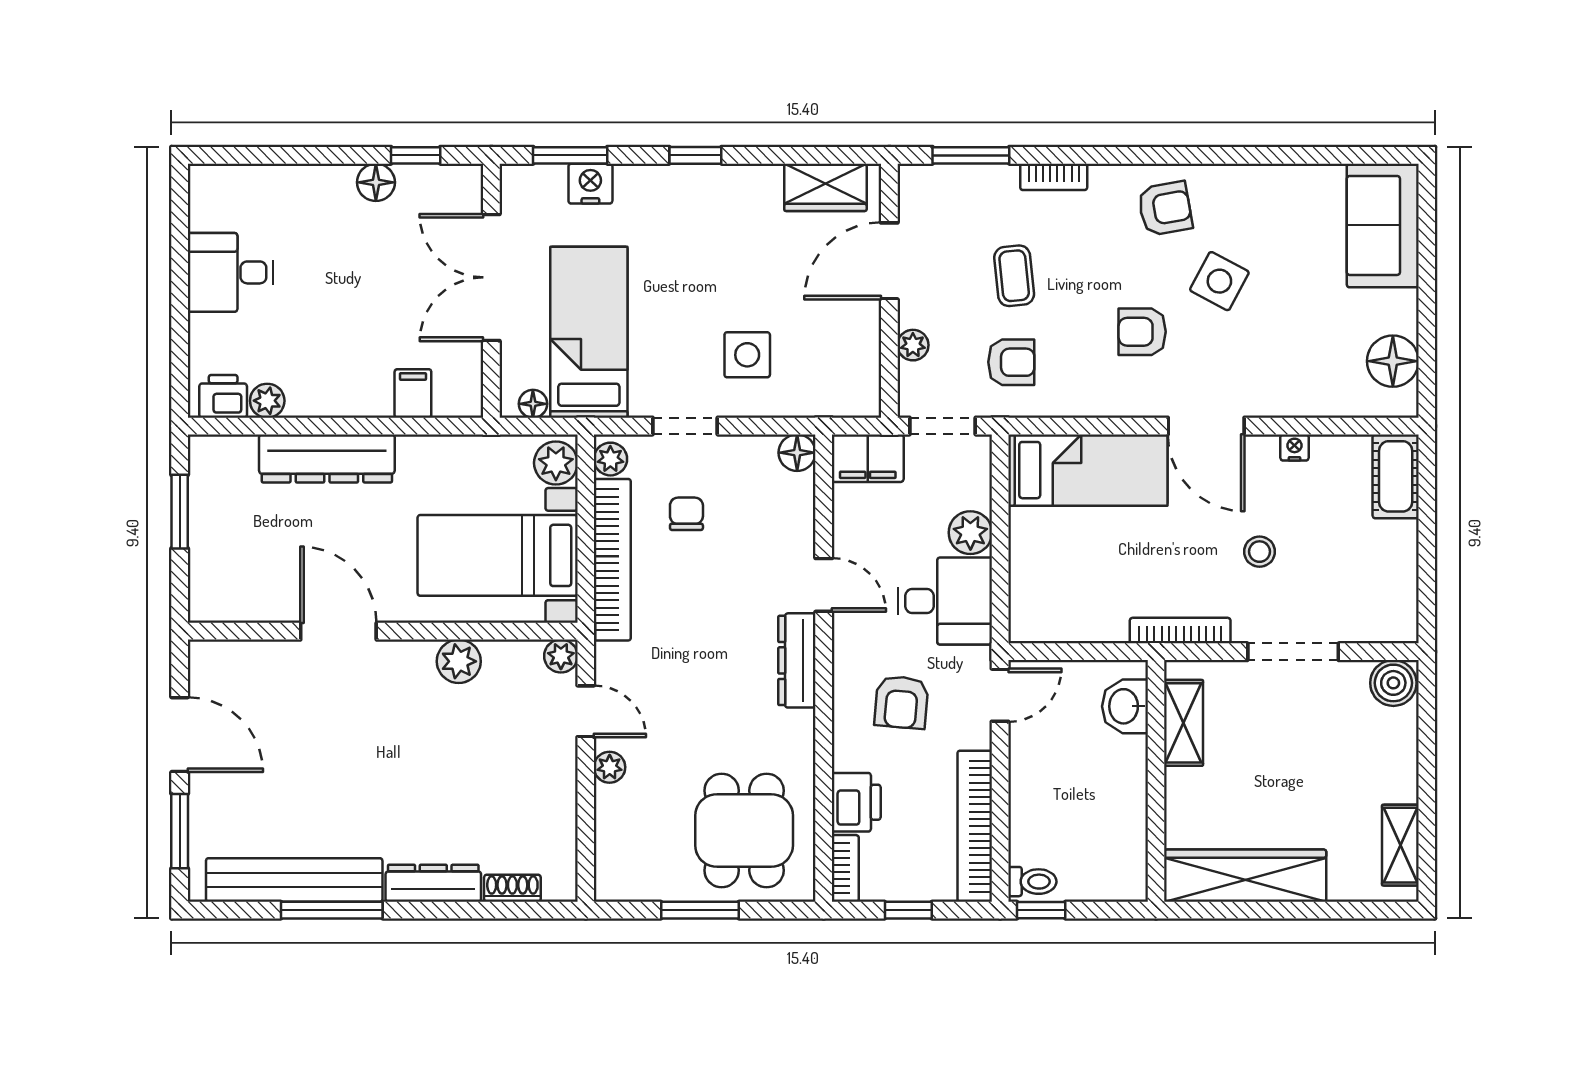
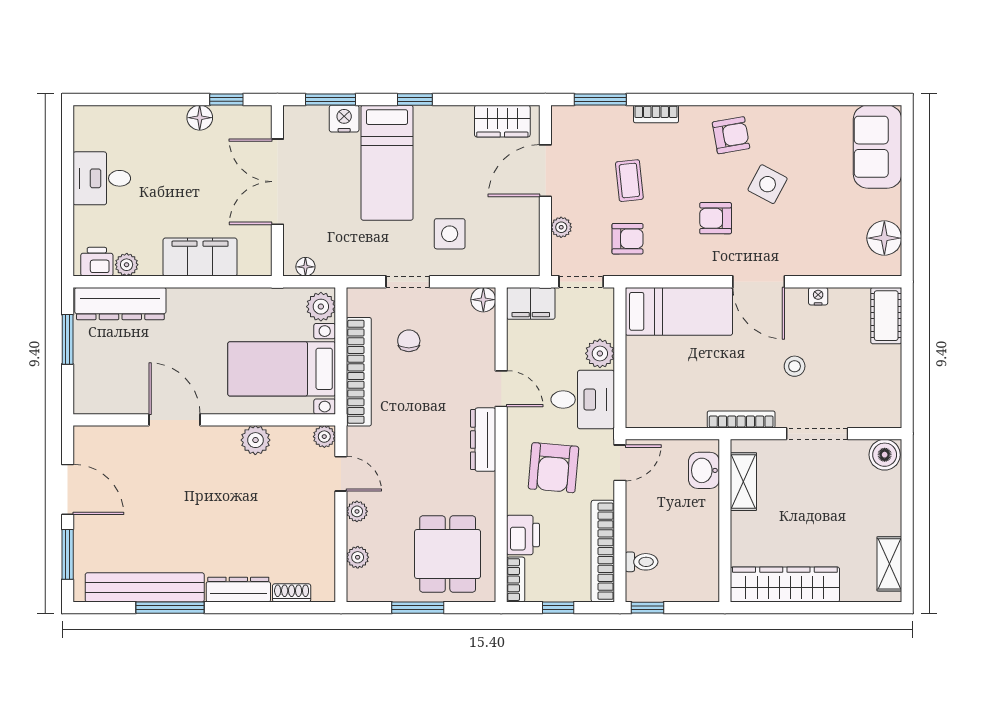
bed: (589, 332) -> (387, 163), moved, turned 180
filing cabinet: (413, 393) -> (200, 257), width x3.00, depth x1.17
dresser: (327, 458) -> (120, 304), moved
plant: (610, 459) -> (358, 557), moved
armchair: (901, 702) -> (553, 468), width x1.38, depth x1.38
toilet: (1032, 882) -> (642, 562), moved

